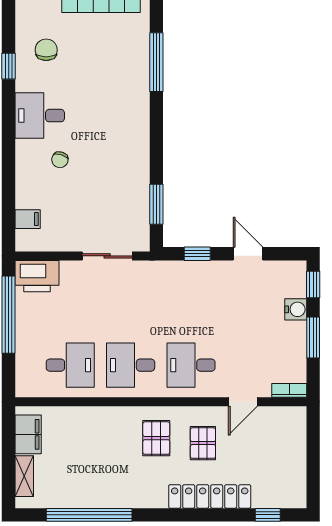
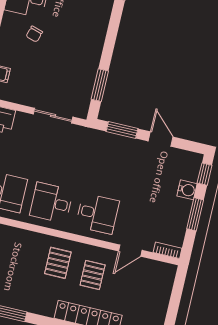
window: (197, 254) -> (122, 130), width x1.50
desk: (191, 365) -> (97, 214), turned 180

